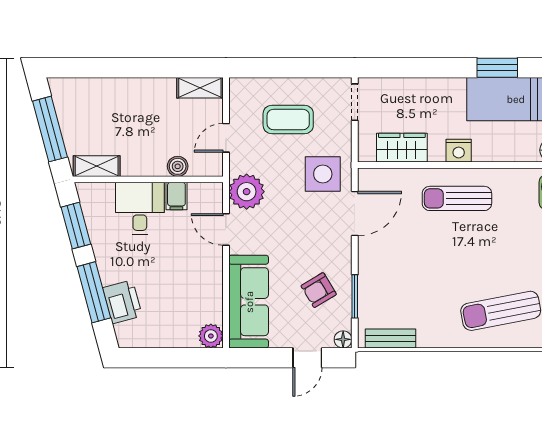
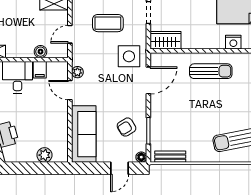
wardrobe: (402, 148) -> (165, 40), moved
nightstand: (459, 151) -> (233, 42), moved
plant: (247, 192) -> (77, 72), width x0.53, depth x0.53
sun lounger: (457, 198) -> (211, 71), turned 180
plant: (211, 336) -> (44, 155), moved

